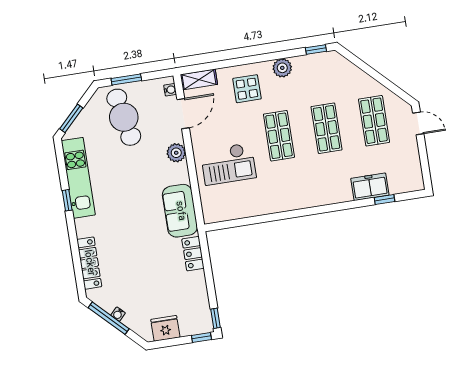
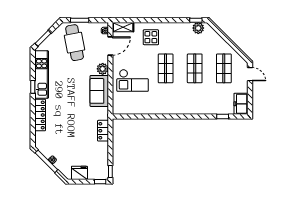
plant: (282, 68) -> (198, 28), moved
freezer: (370, 187) -> (241, 104), moved, turned -90
sofa: (180, 211) -> (99, 91), moved
locker: (89, 263) -> (40, 115), moved

